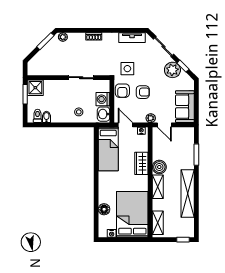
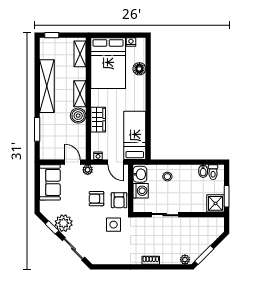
tv unit: (132, 38) -> (108, 259), removed
armchair: (122, 91) -> (119, 200), turned 180

